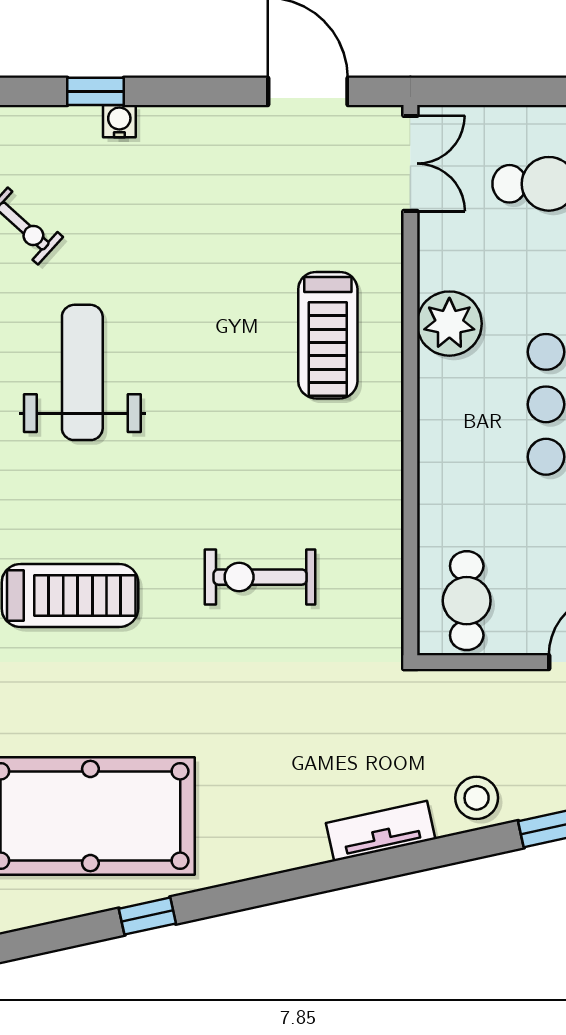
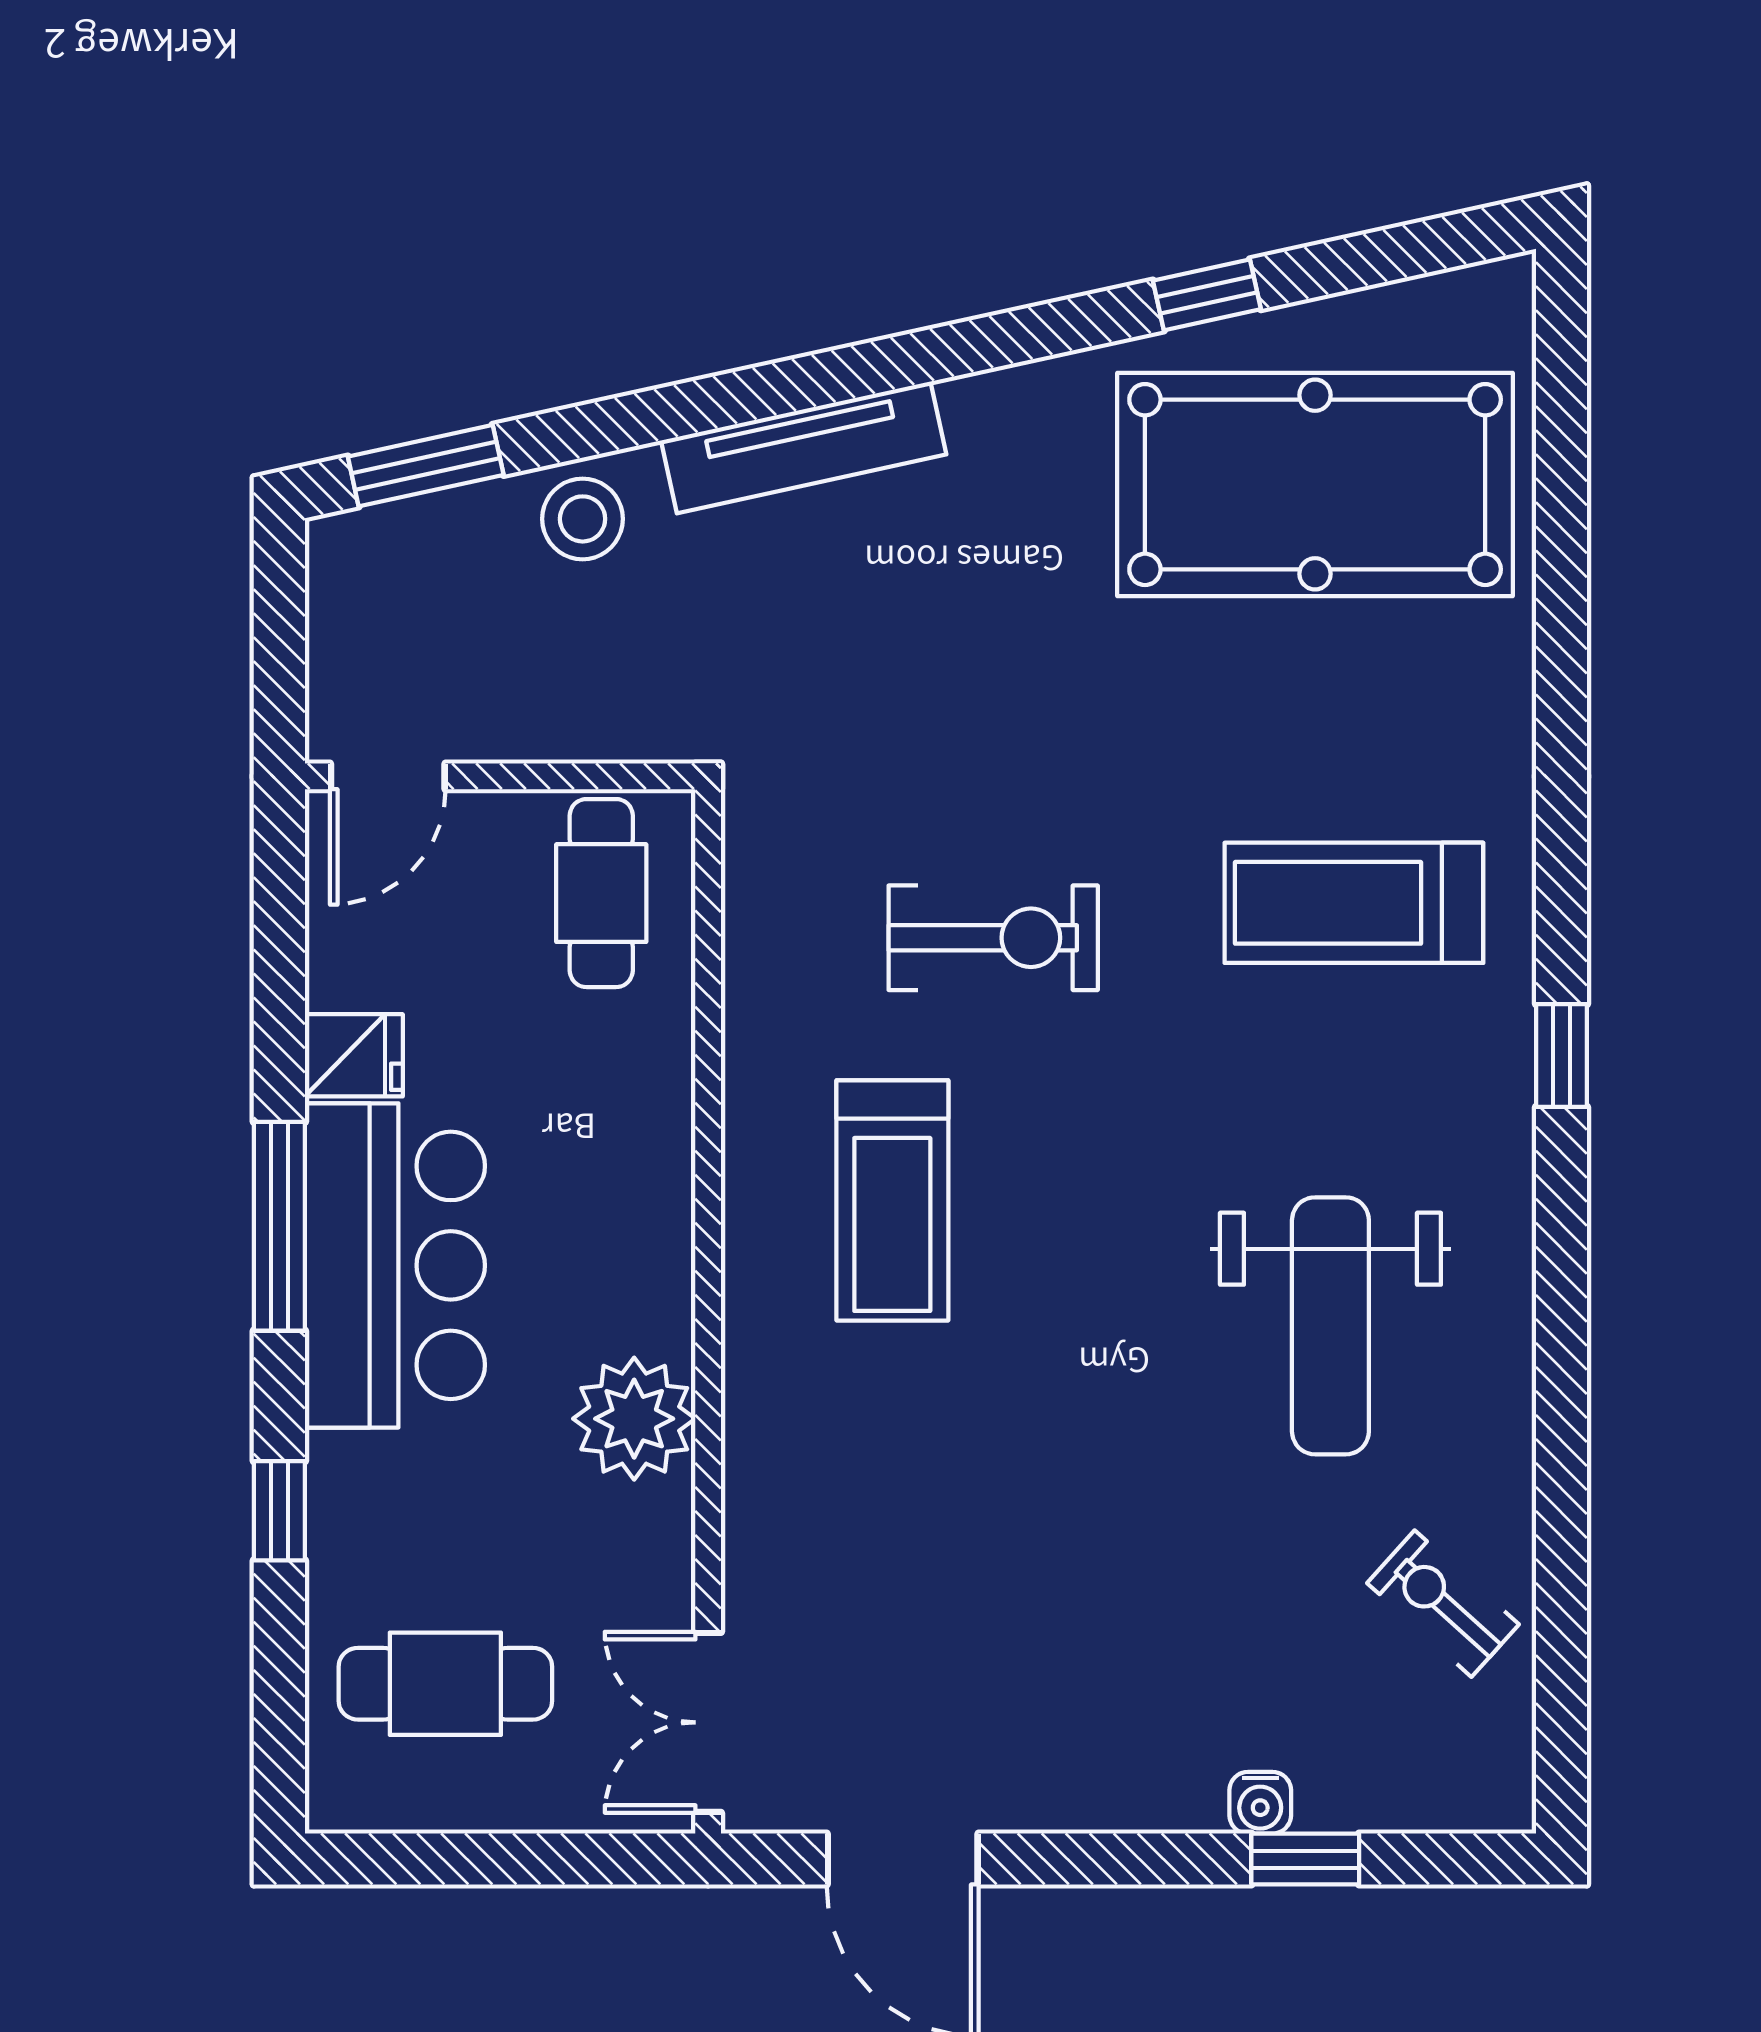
treadmill: (328, 335) -> (892, 1200), moved, turned 180
tv unit: (381, 831) -> (804, 447), width x1.41

